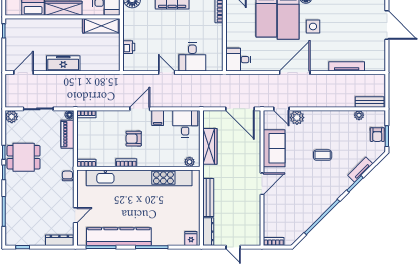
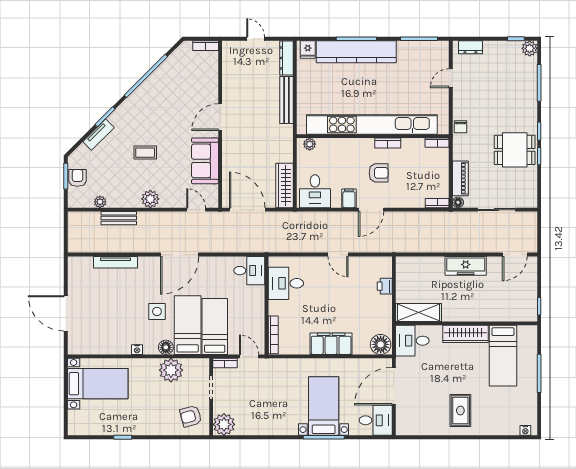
desk: (192, 57) -> (286, 283), moved, turned -90
bench: (370, 102) -> (119, 218), moved
plant: (12, 117) -> (530, 48), moved
plant: (297, 118) -> (150, 199), moved
wardrobe: (210, 146) -> (285, 185), moved
kitchen counter: (119, 237) -> (356, 52), moved
dresser: (59, 240) -> (470, 47), width x0.70

